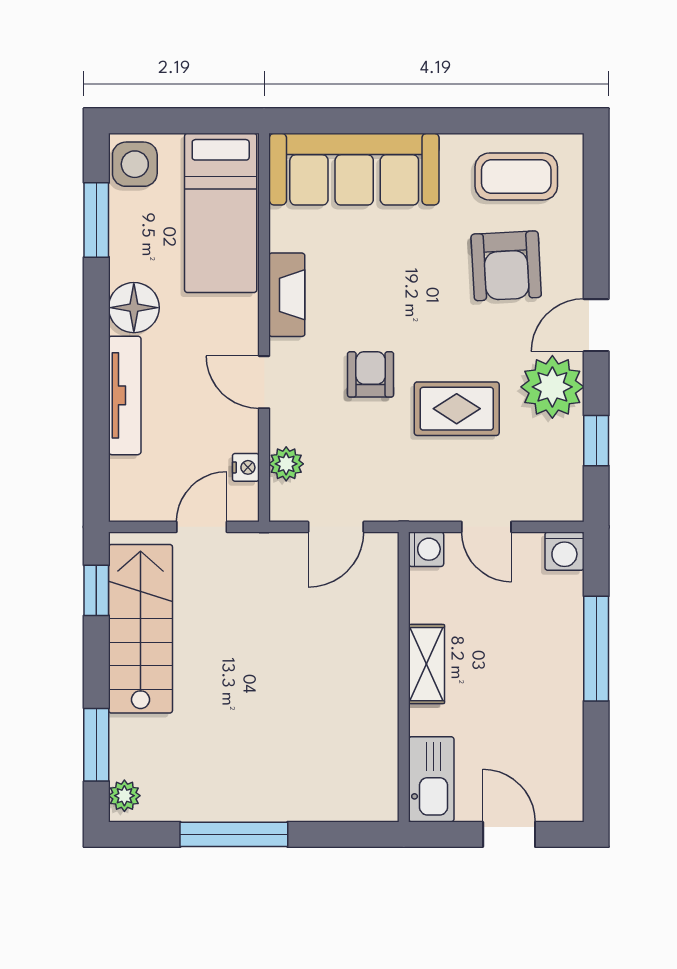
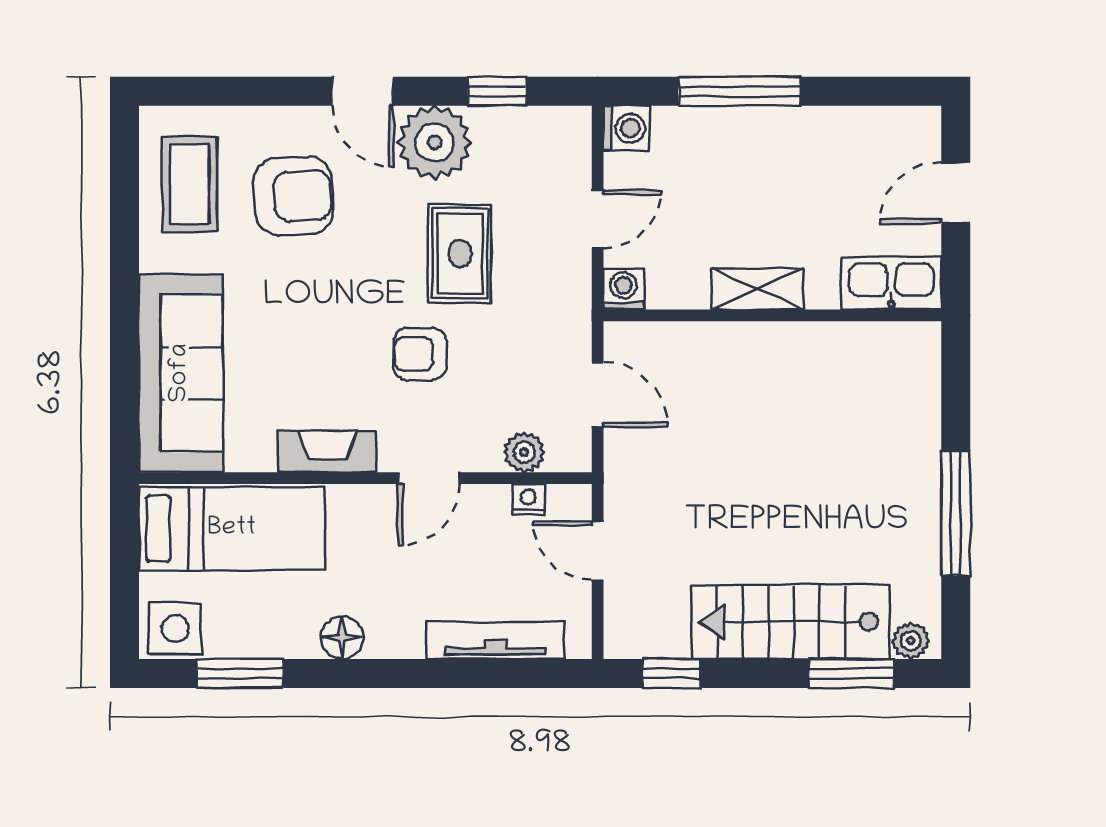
floor lamp: (134, 308) -> (342, 638), width x0.73, depth x0.73
tv unit: (125, 395) -> (496, 640), moved
stairs: (141, 629) -> (790, 622), moved

